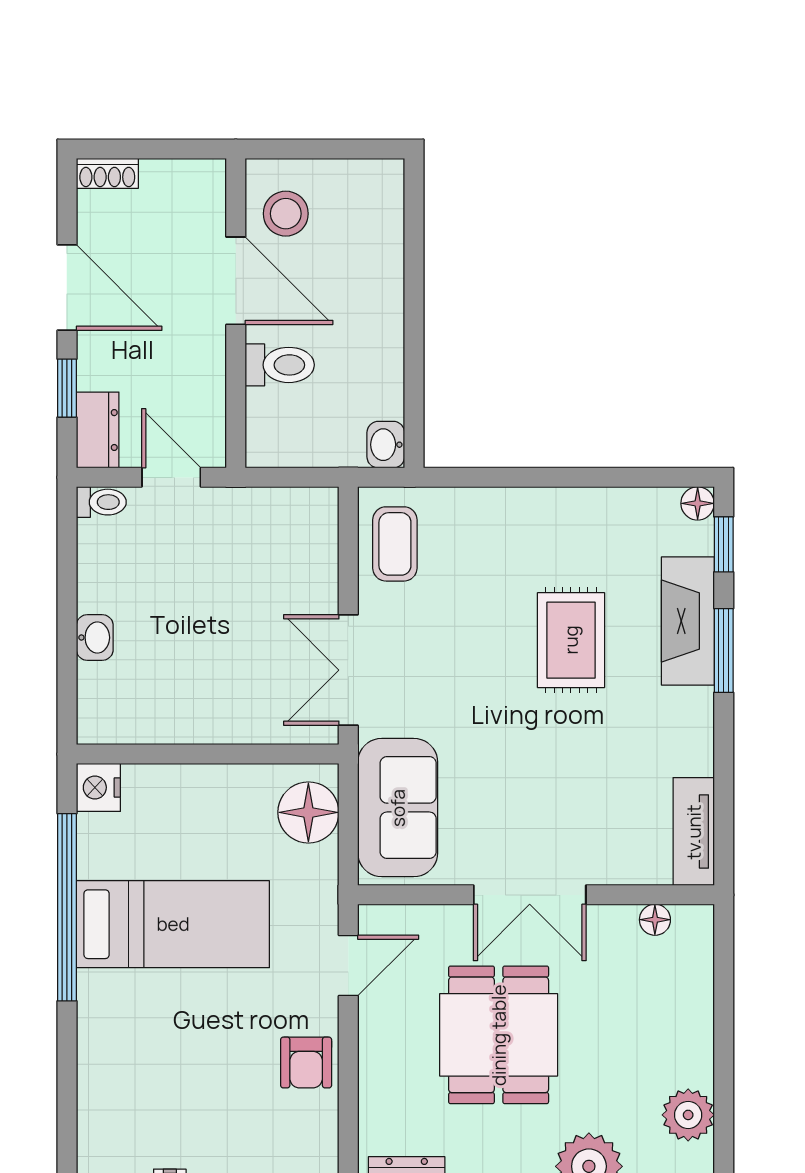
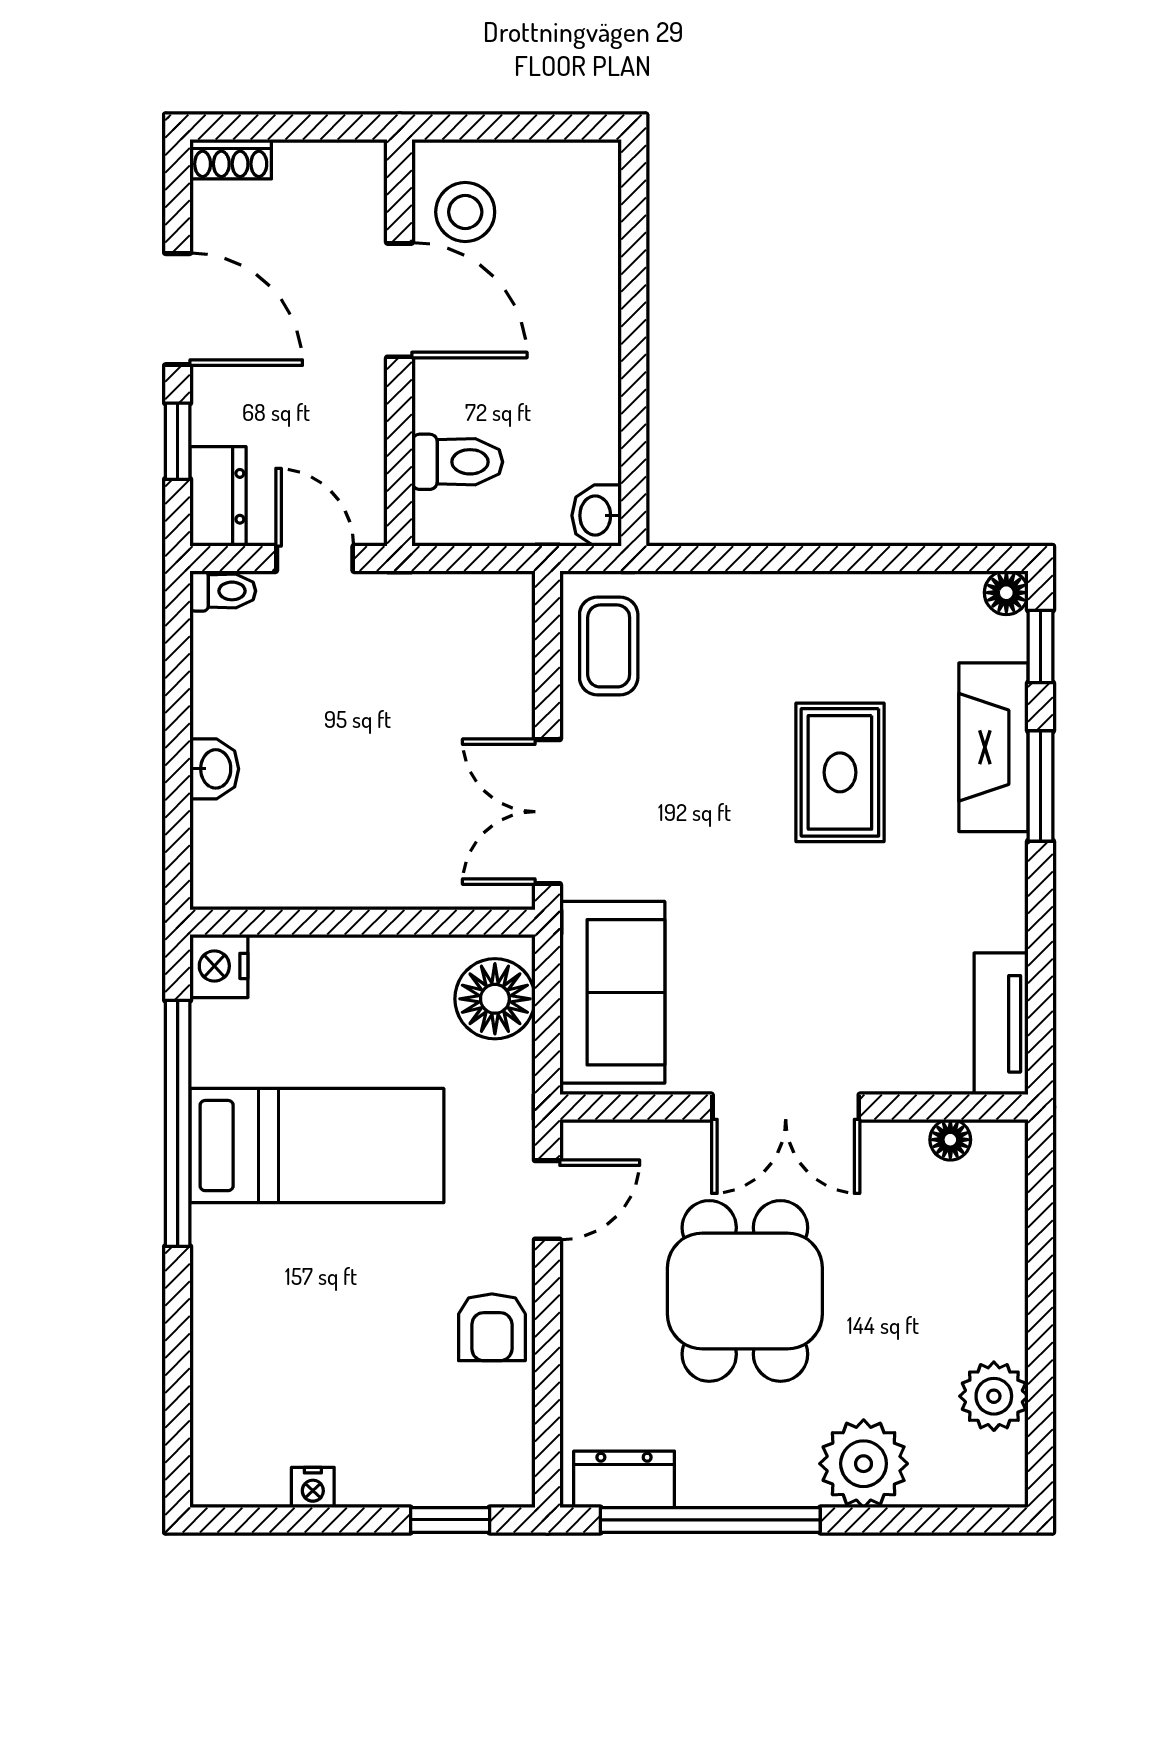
toilet: (280, 365) -> (457, 462), moved

